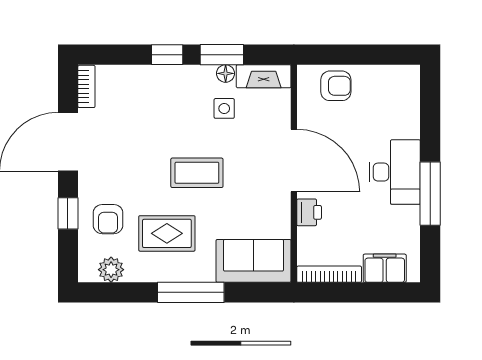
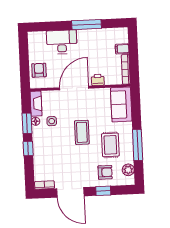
desk: (395, 172) -> (62, 42), moved
filing cabinet: (385, 268) -> (122, 49), width x0.50
window: (191, 292) -> (138, 145), moved

